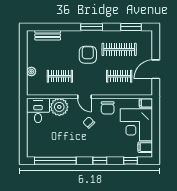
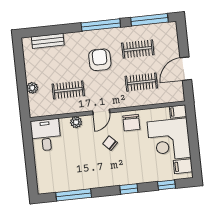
window: (92, 27) -> (101, 25), width x1.44
window: (131, 27) -> (149, 20), width x1.44
clothes rail: (119, 49) -> (138, 49), width x0.73
door: (84, 97) -> (101, 112), hinge flipped
plant: (59, 107) -> (76, 122), width x0.53, depth x0.53
window: (55, 161) -> (74, 195), width x0.68

